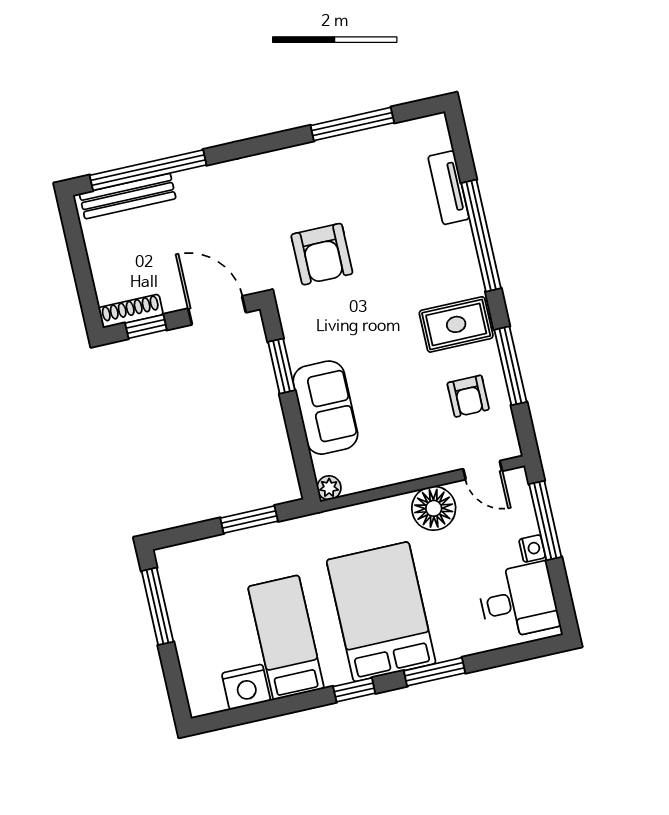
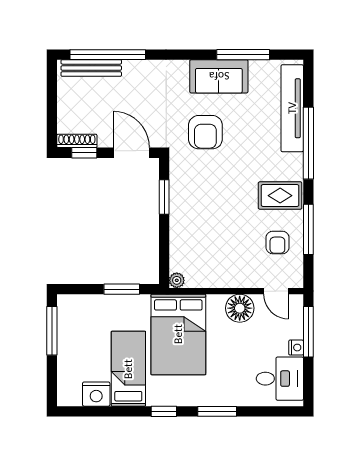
tv unit: (449, 188) -> (292, 108), width x1.92, depth x1.29
sofa: (325, 408) -> (219, 76), moved, turned 90
bed: (381, 612) -> (178, 334), moved, turned 180

